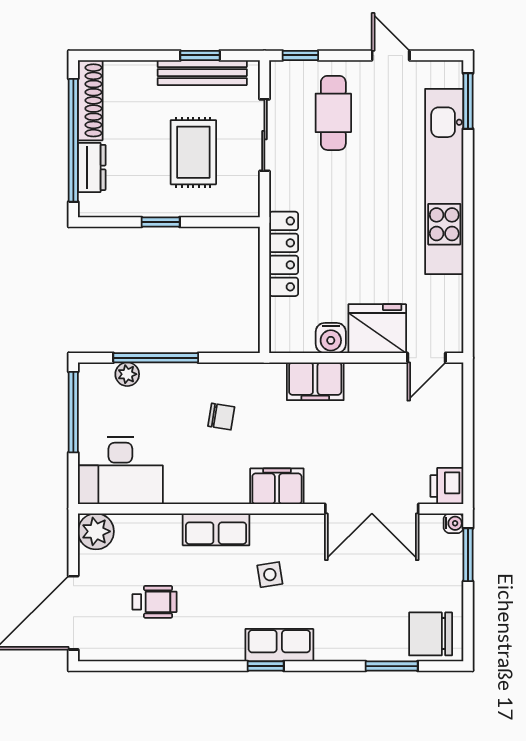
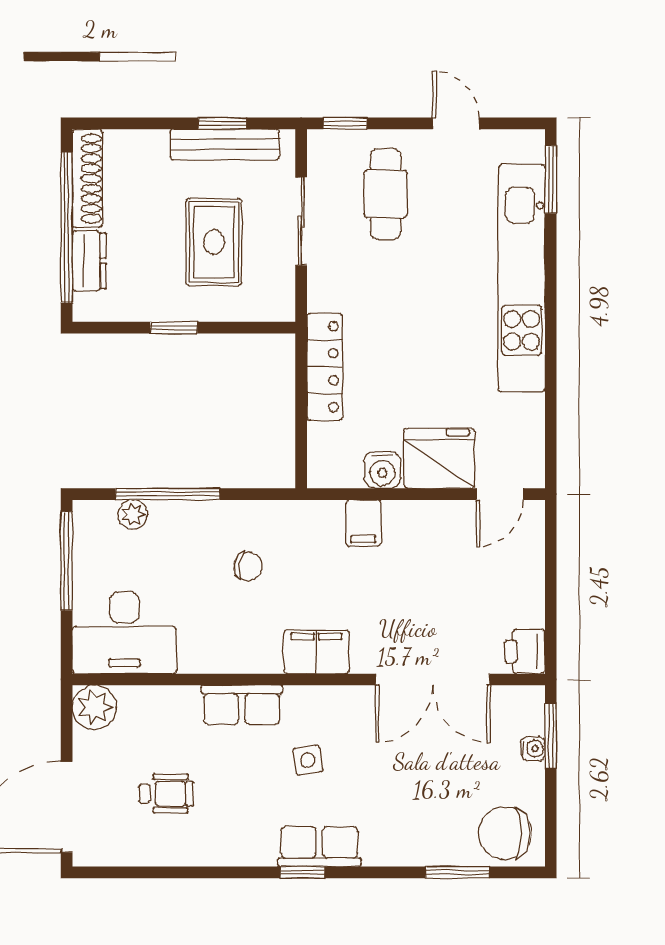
filing cabinet: (315, 381) -> (363, 523), width x0.50
water cooler: (454, 523) -> (533, 748), moved

